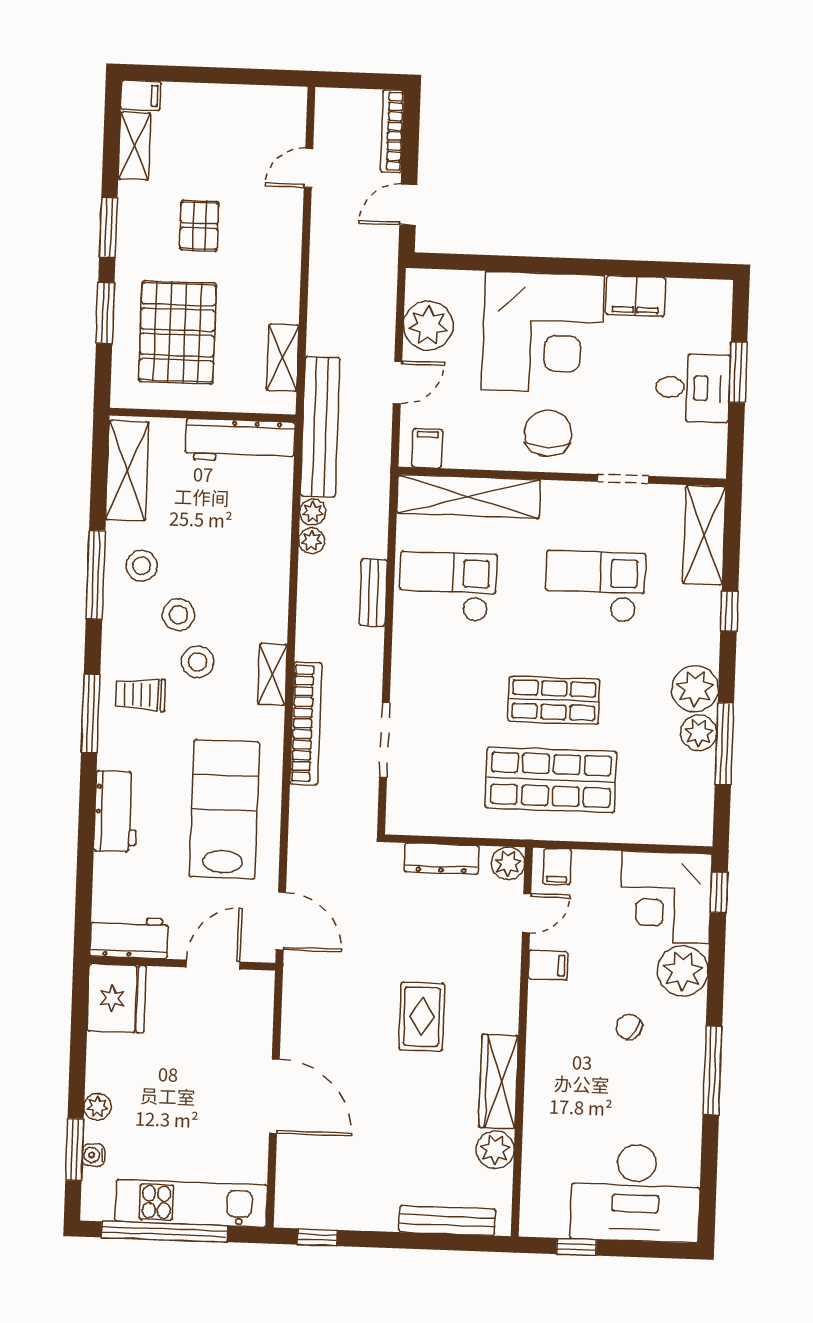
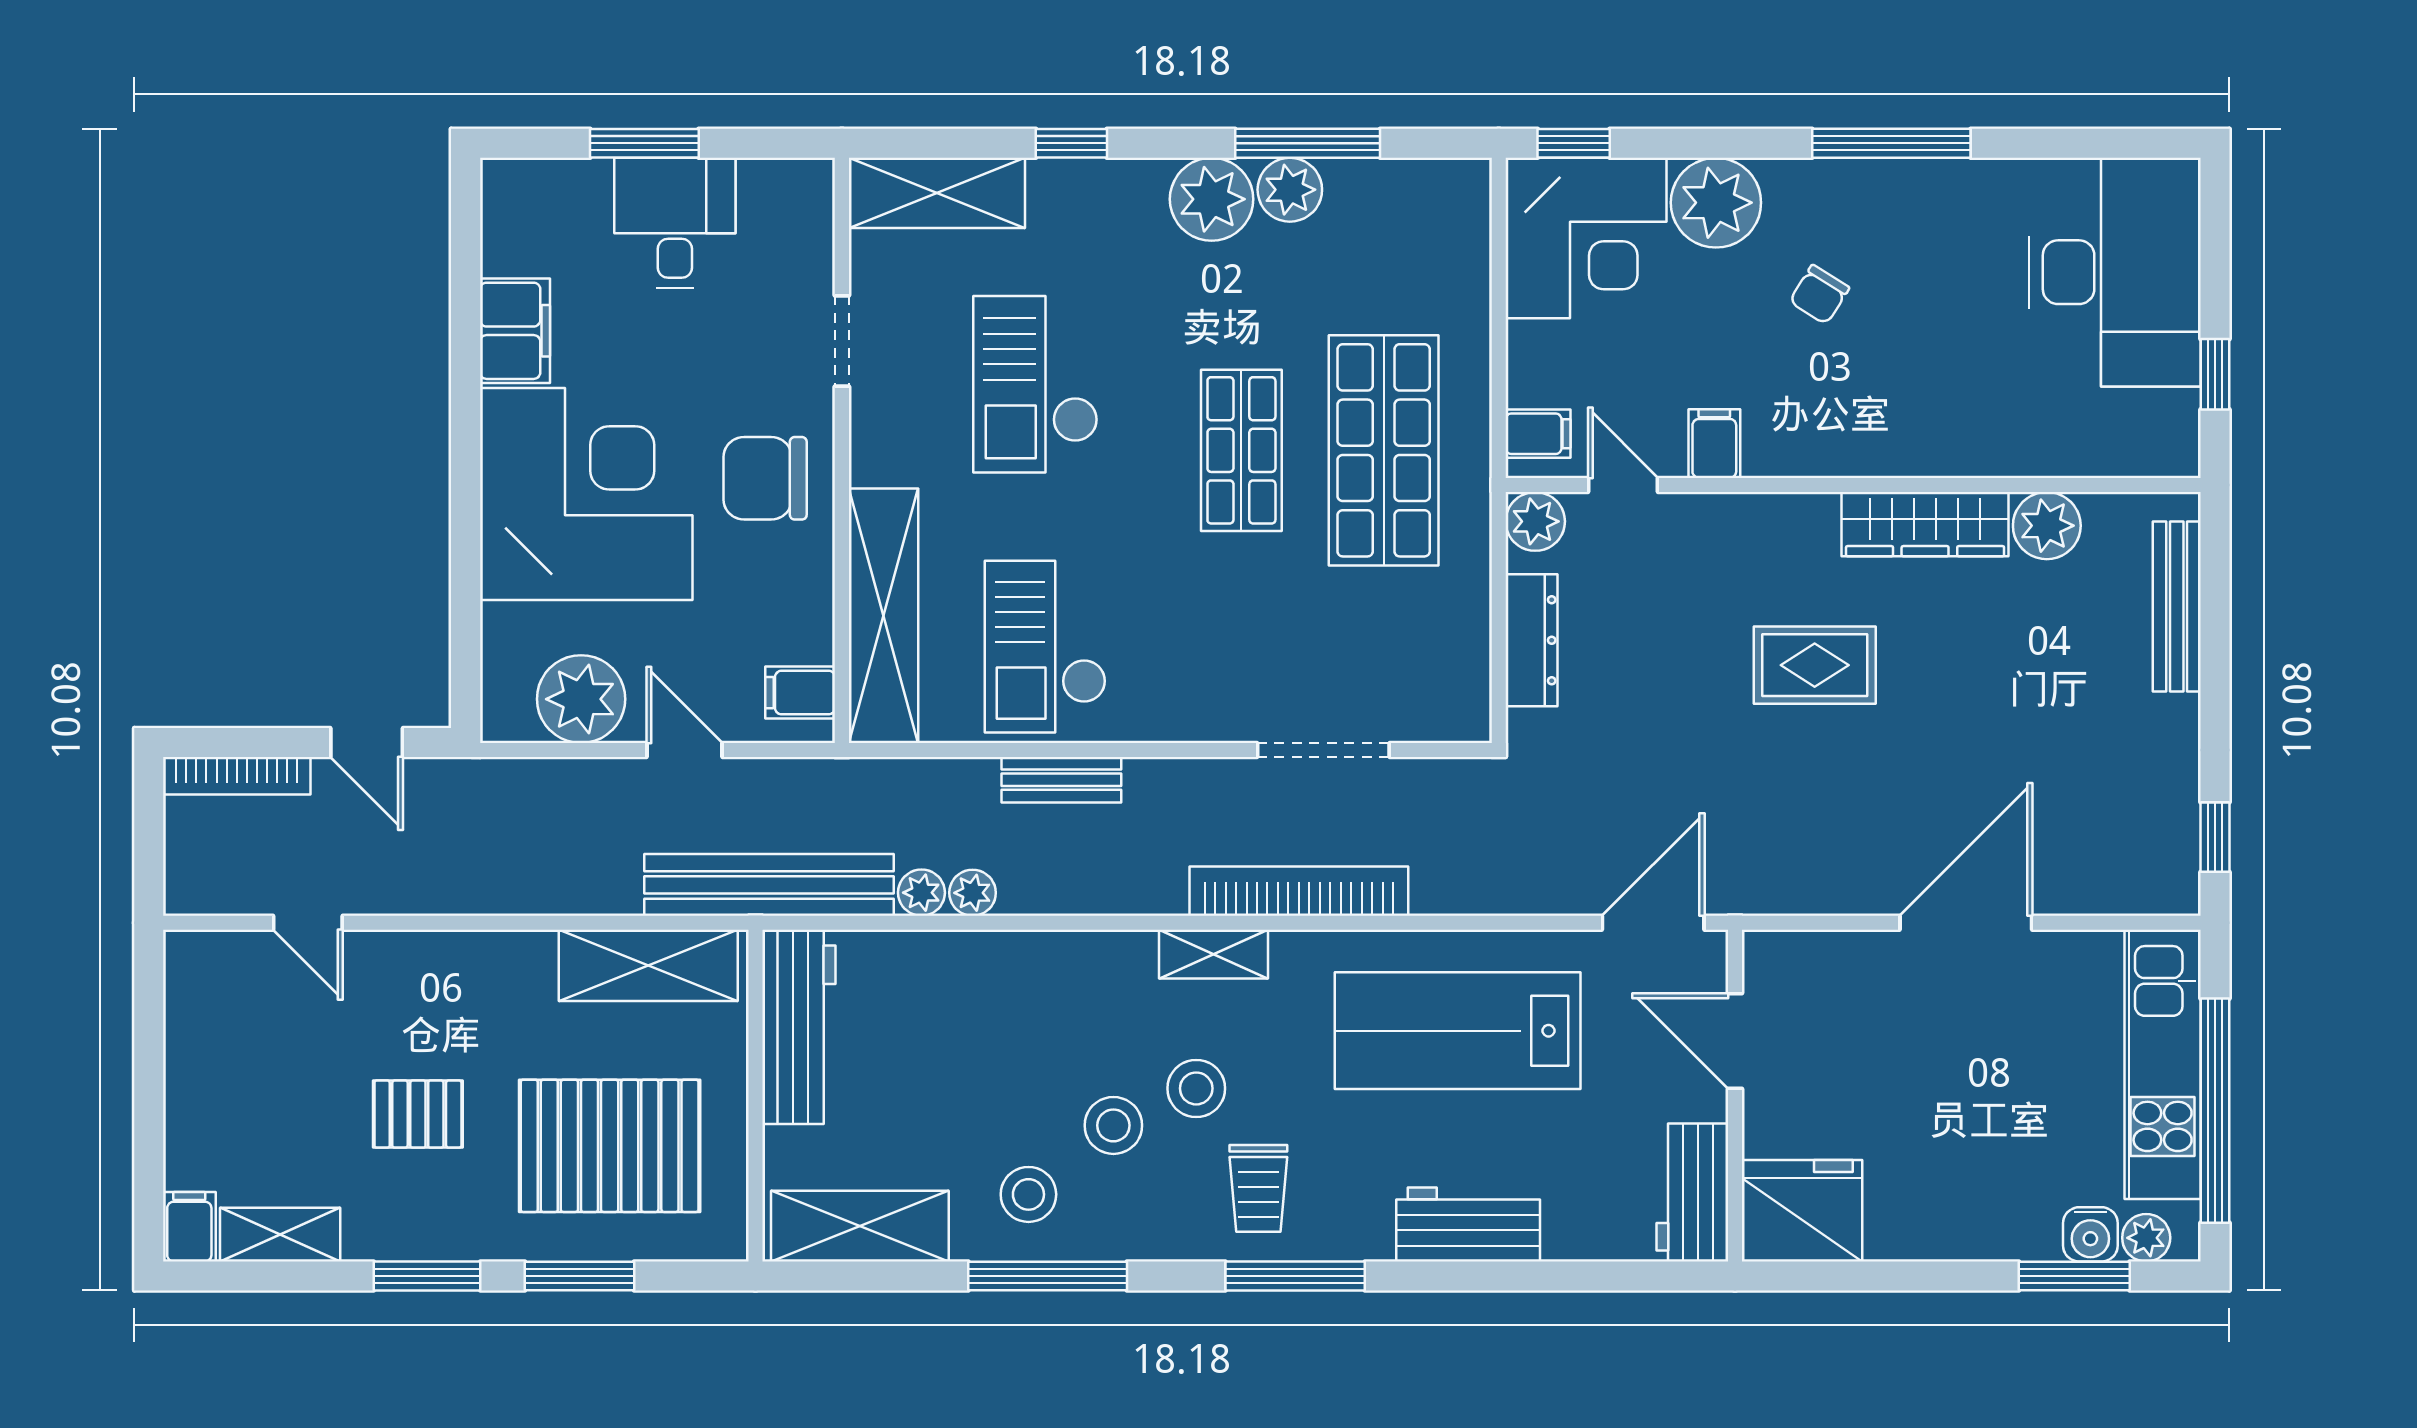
shelving: (283, 358) -> (648, 965), width x1.50, depth x1.33
plant: (98, 1107) -> (2146, 1238), moved
water cooler: (93, 1155) -> (2090, 1234), width x1.38, depth x1.38

